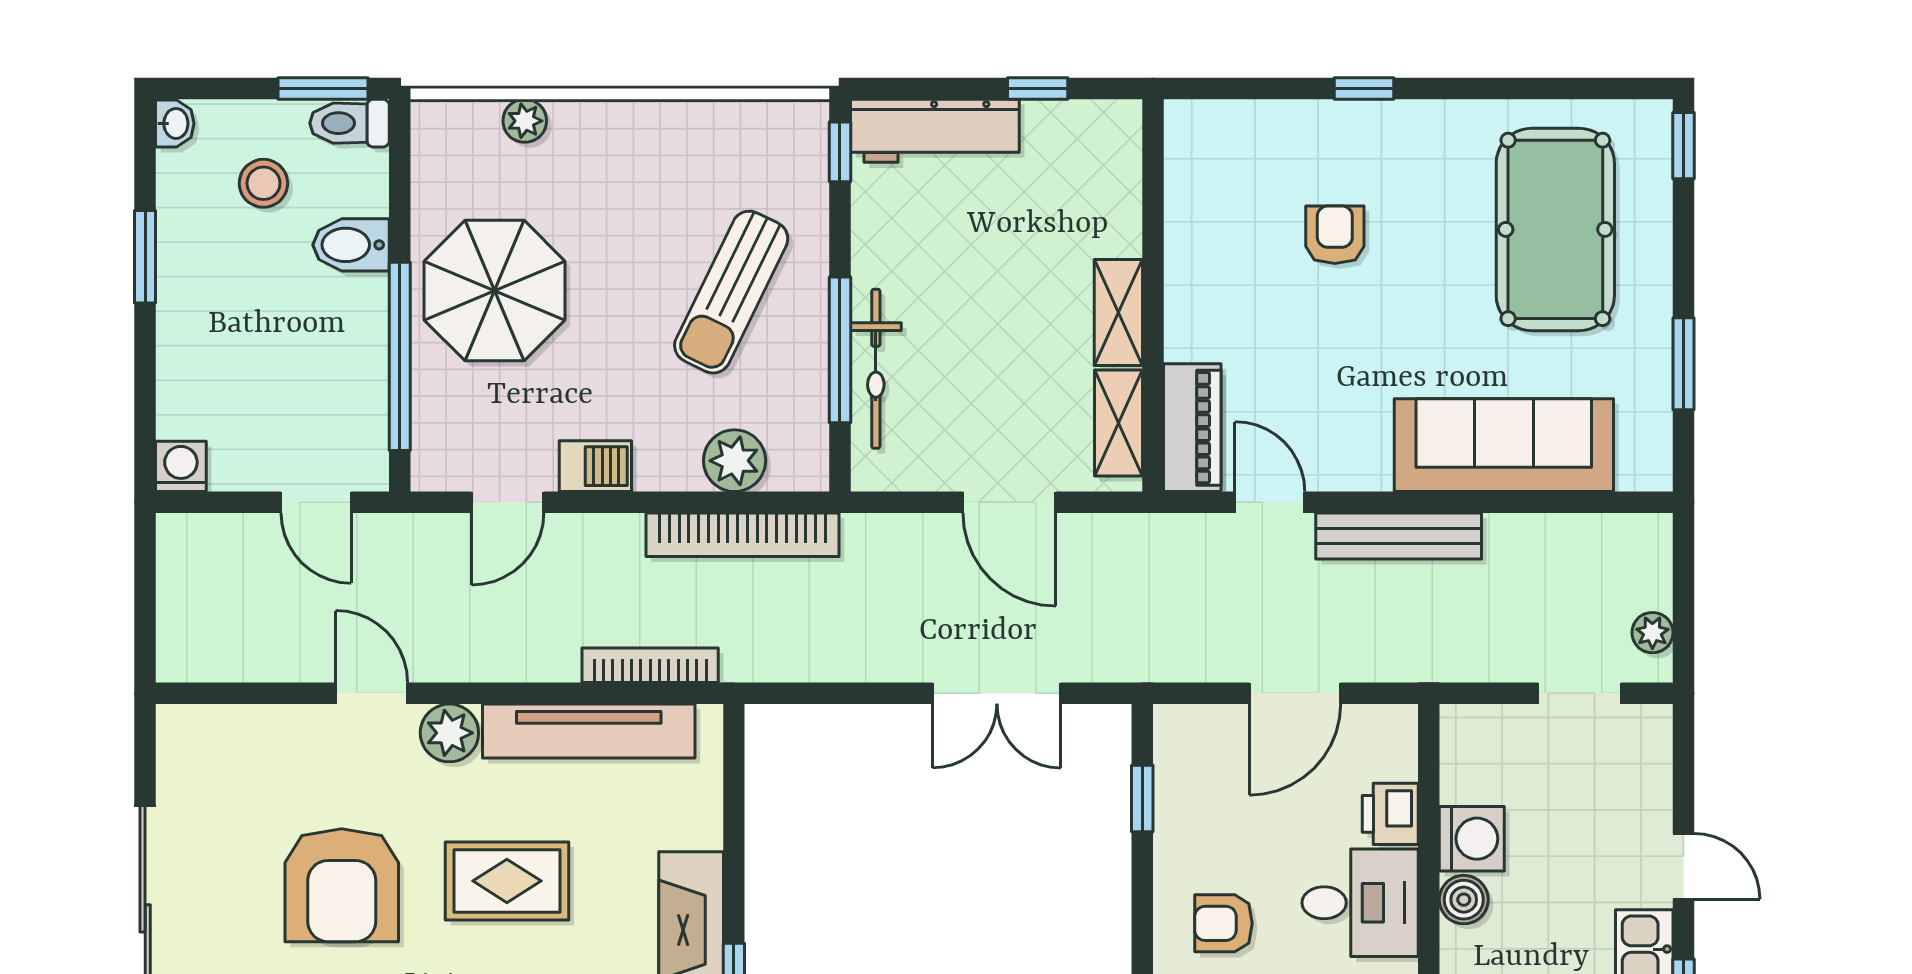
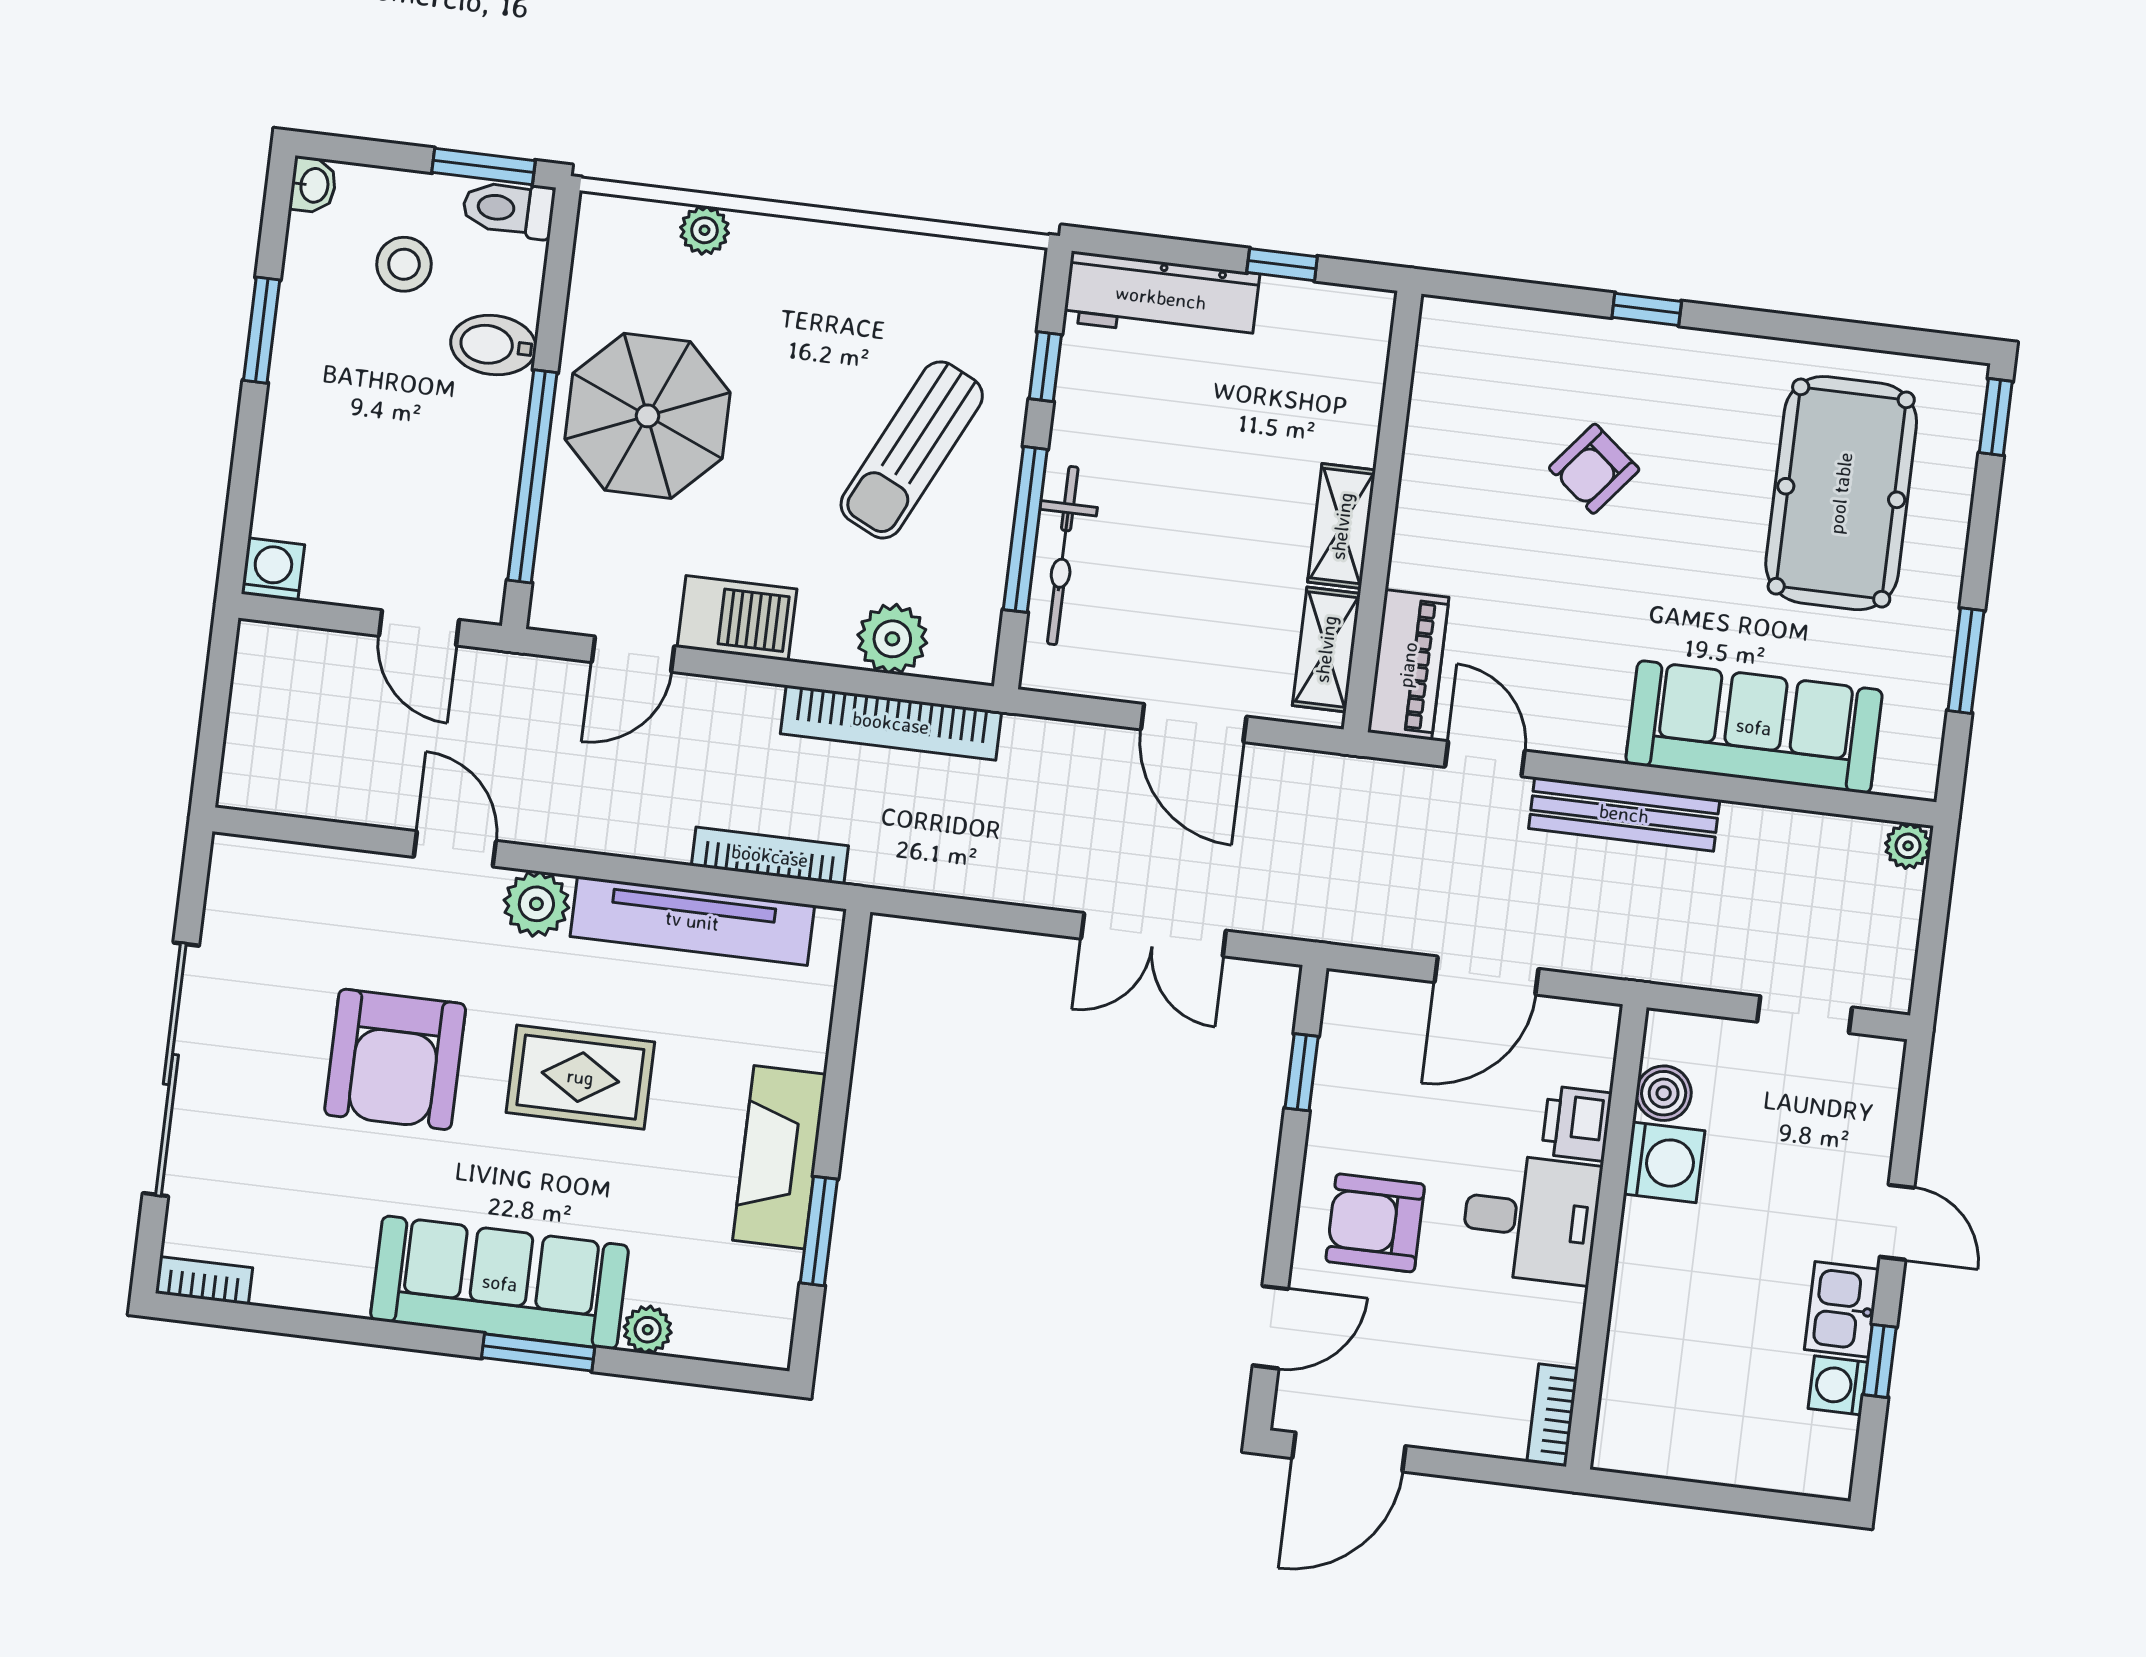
window: (840, 152) -> (1045, 367), moved
armchair: (1335, 235) -> (1594, 469), turned -141
barbecue: (595, 466) -> (737, 618), width x1.38, depth x1.27
plant: (1652, 633) -> (1908, 846), moved
boiler: (1464, 900) -> (1664, 1093), moved
armchair: (1223, 923) -> (1375, 1223), width x1.38, depth x1.38

